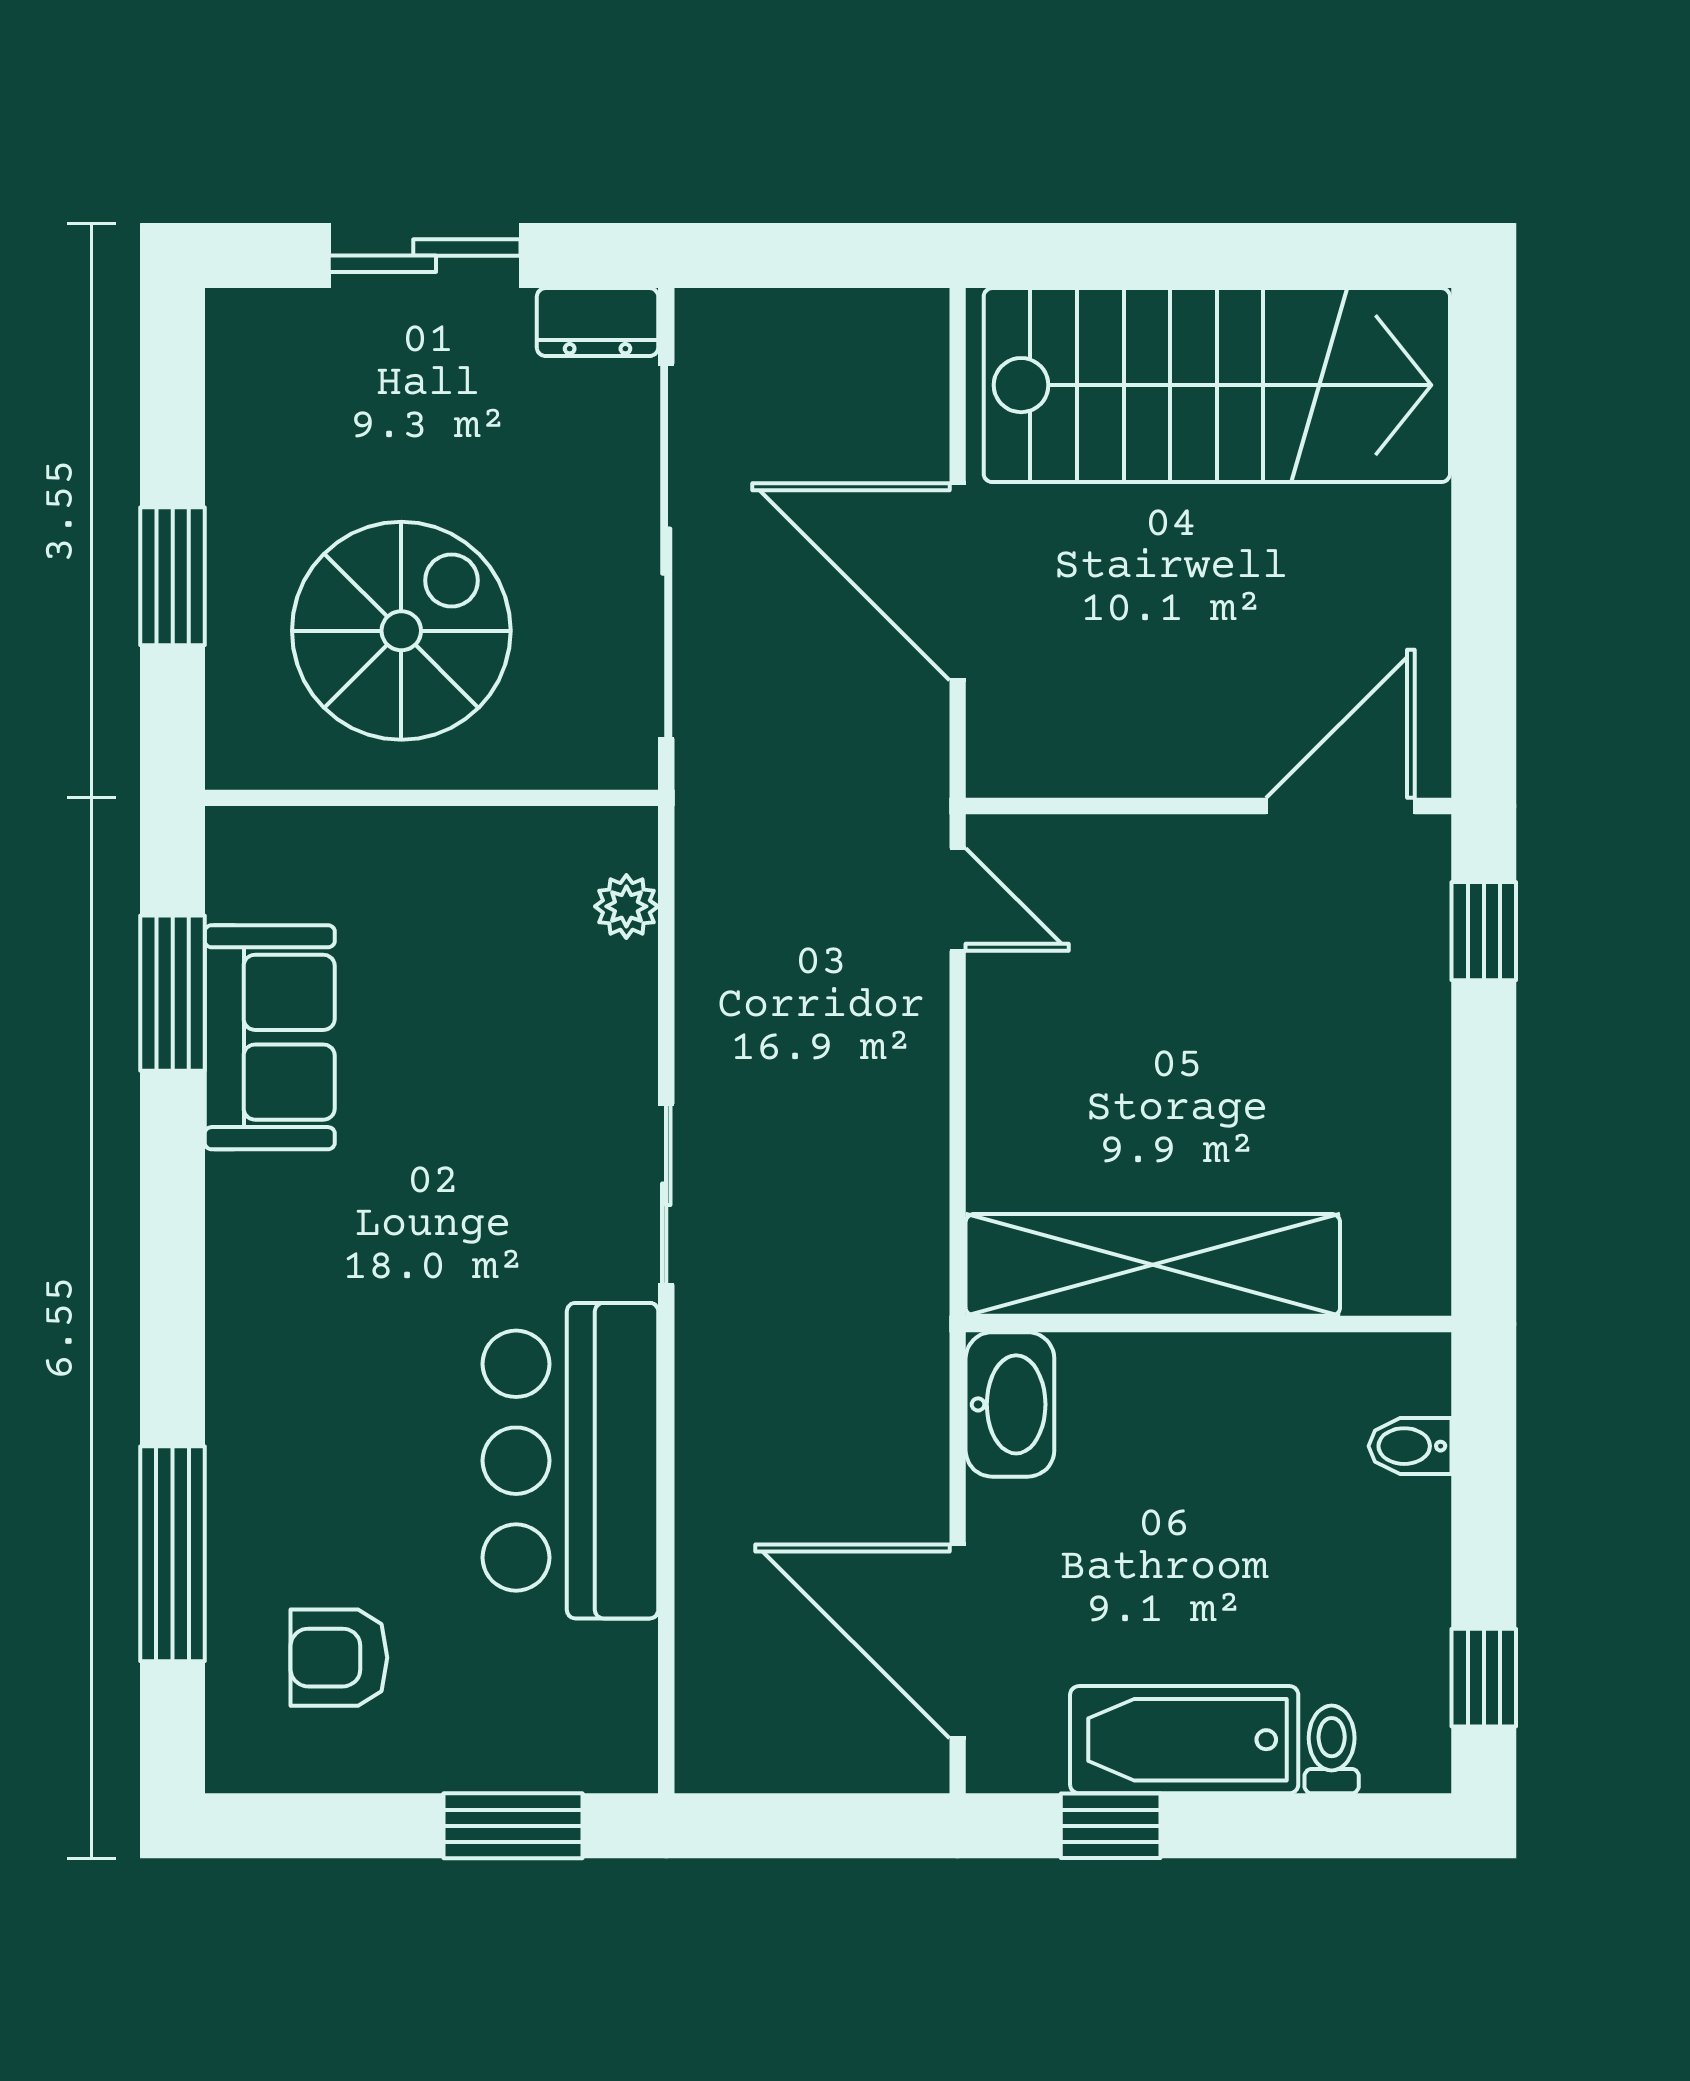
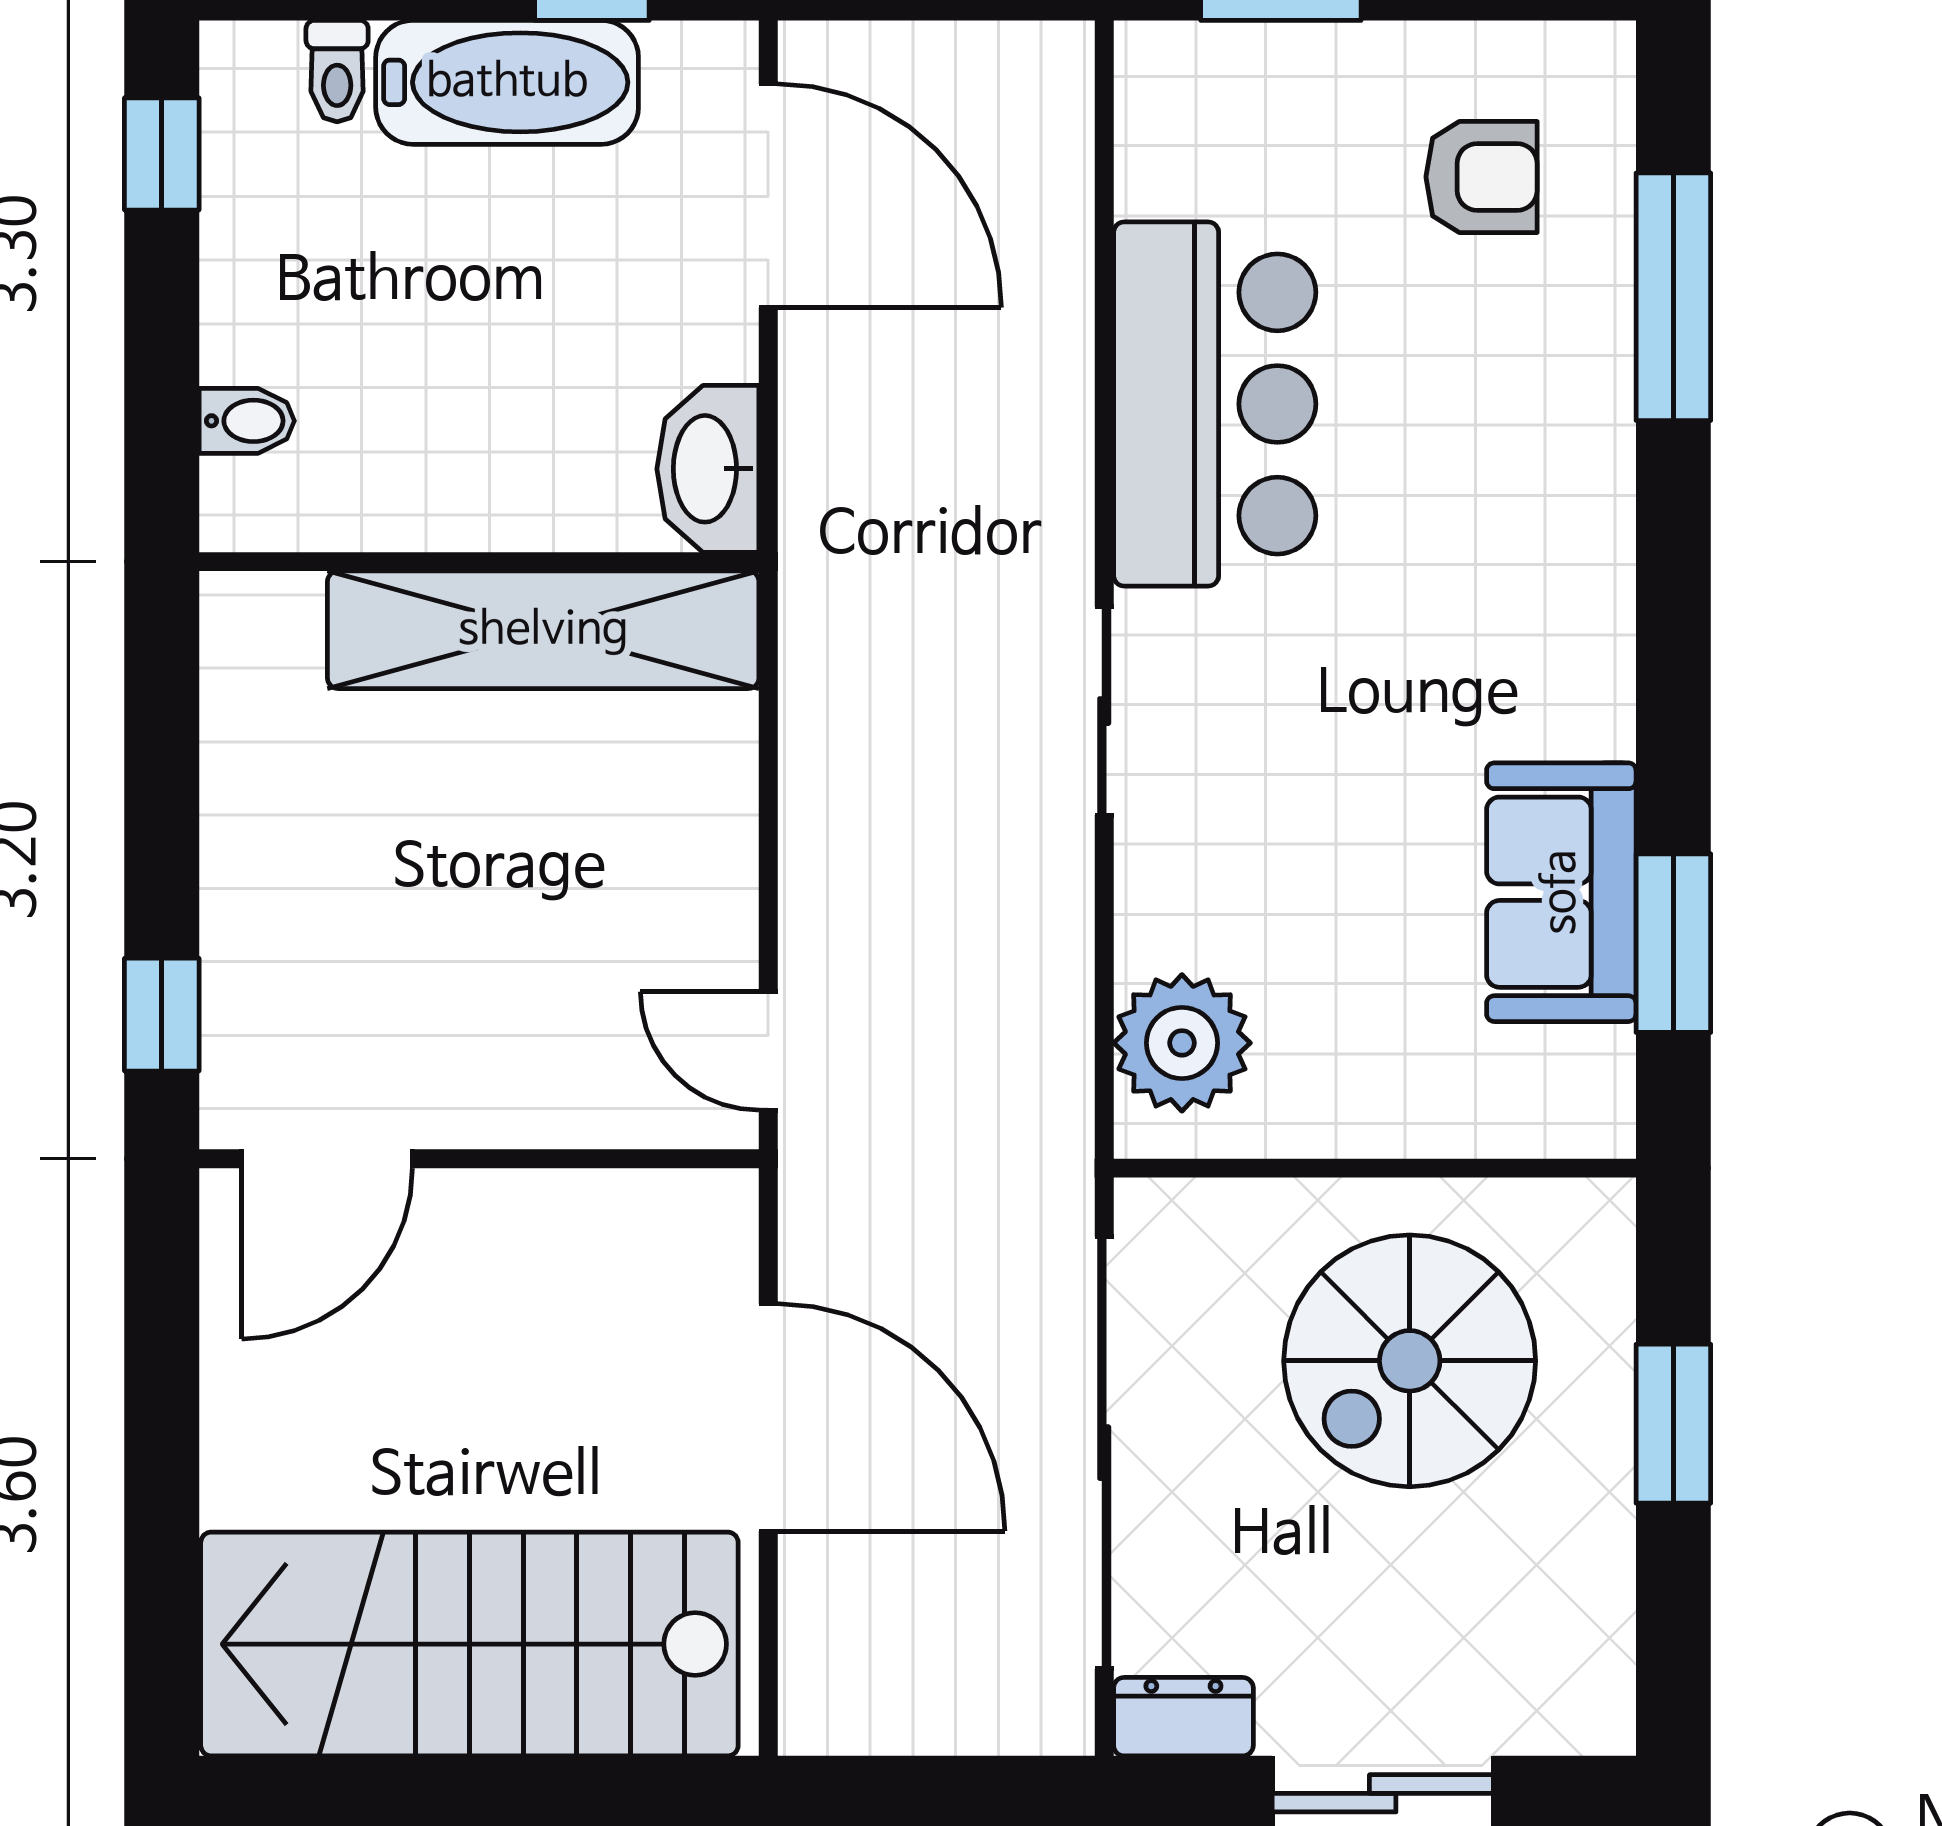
plant: (626, 906) -> (1182, 1043), width x1.88, depth x1.88

